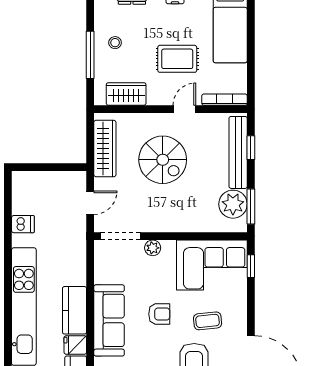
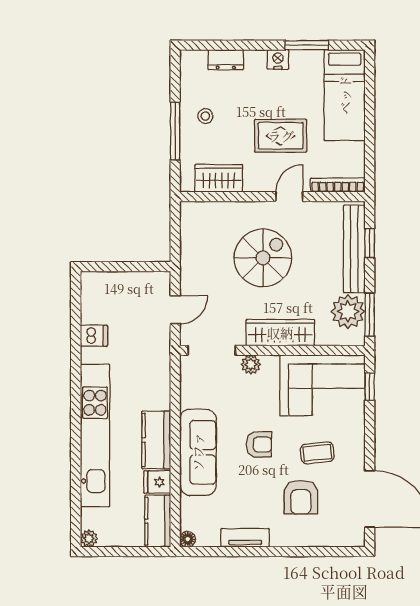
wardrobe: (105, 149) -> (280, 333), moved, turned -90
spiral stairs: (163, 160) -> (263, 258), turned -90

